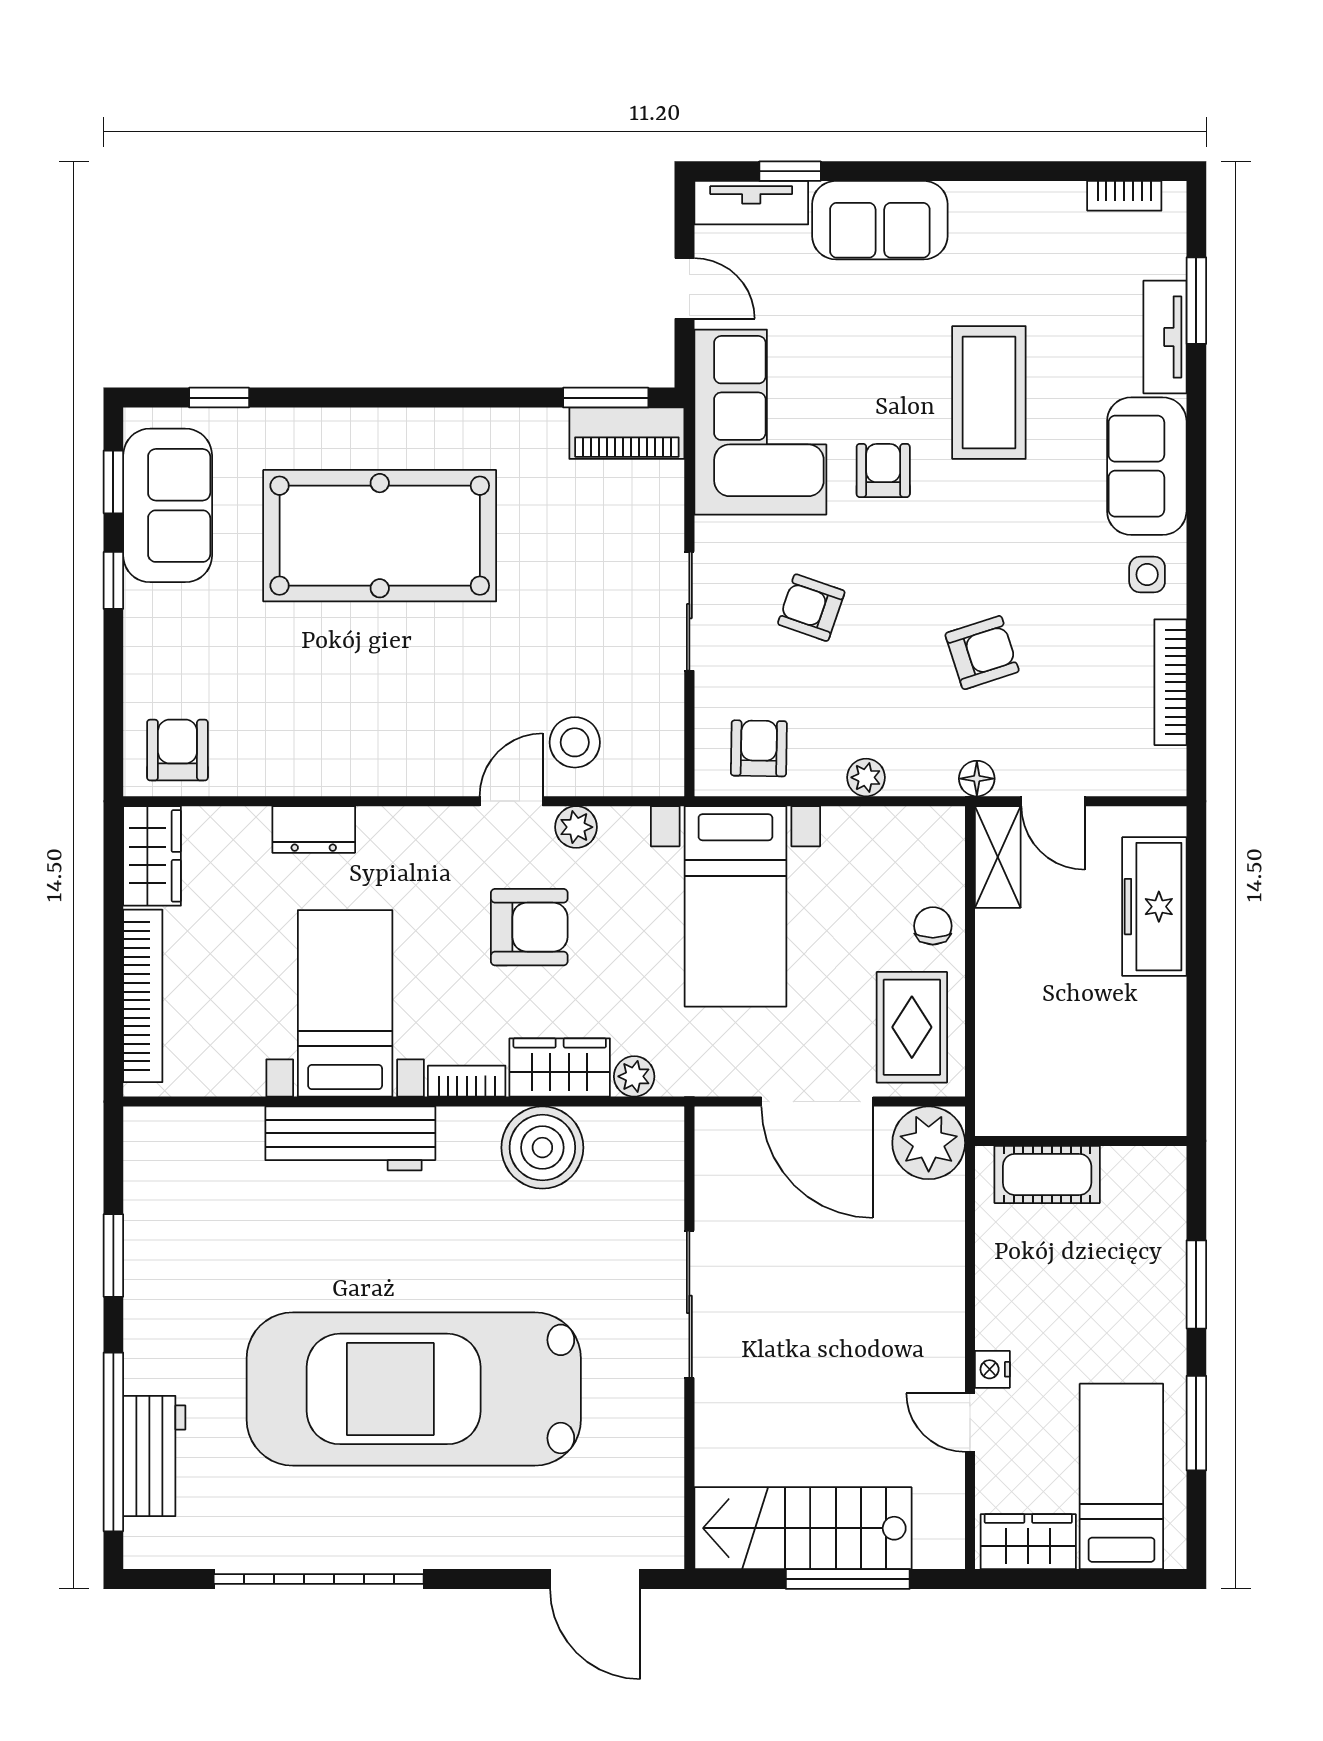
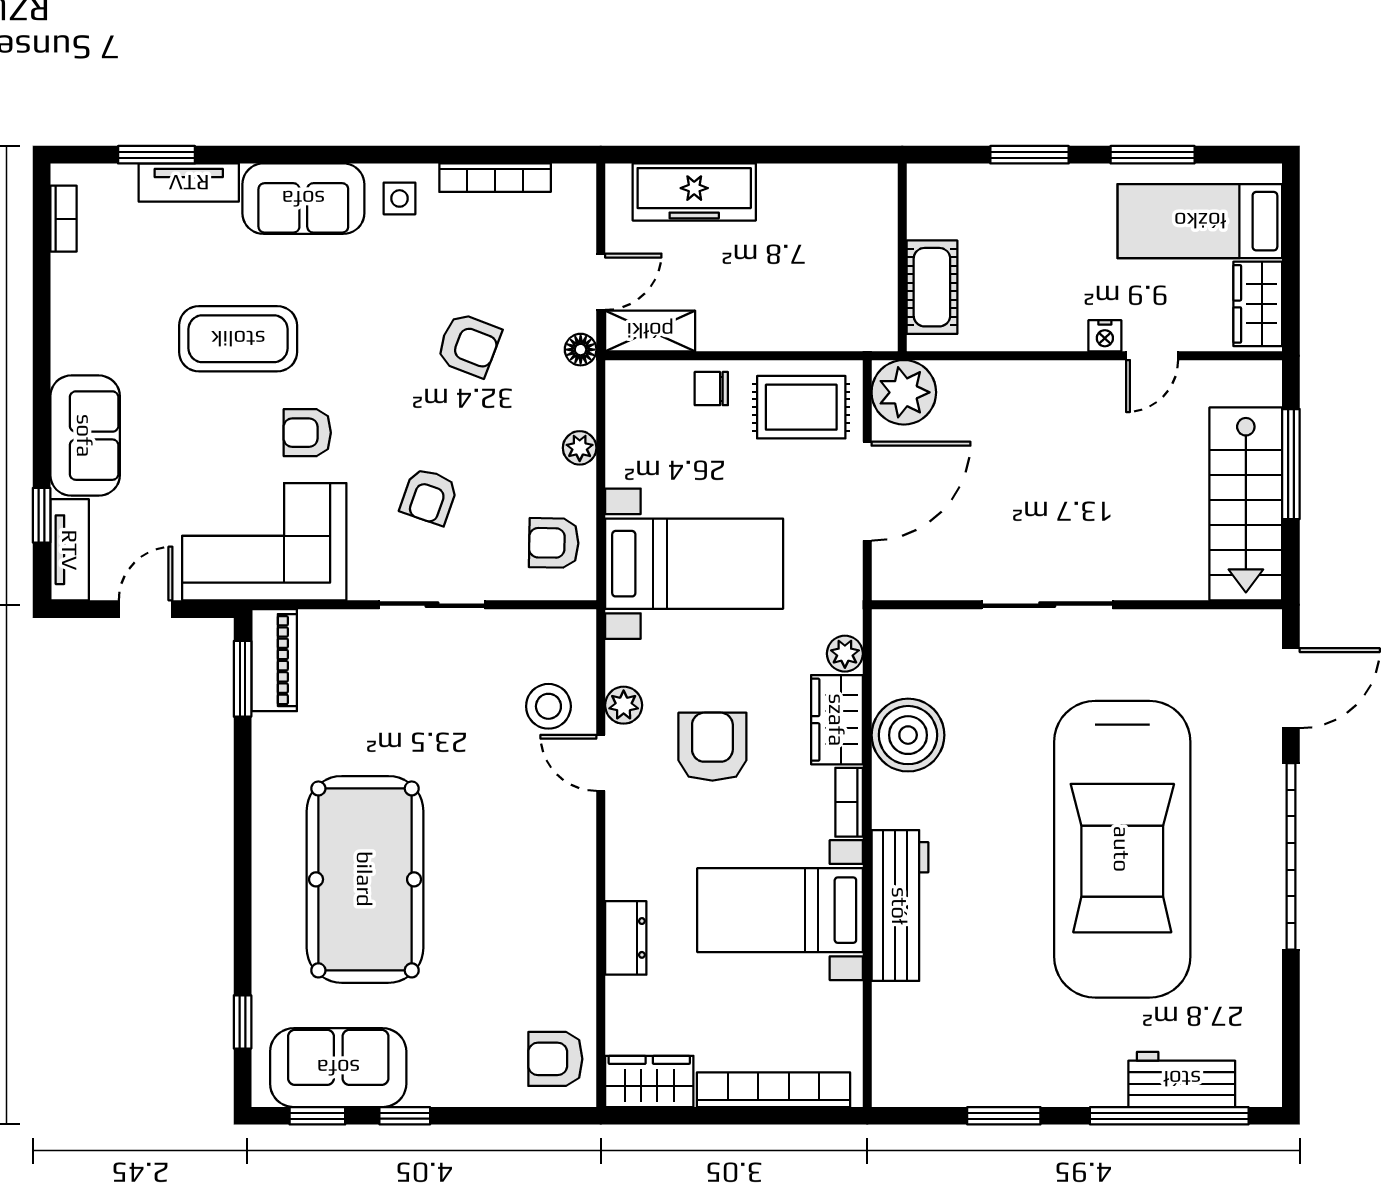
armchair: (982, 653) -> (469, 345), turned 129
garage door: (319, 1579) -> (1291, 856), moved

